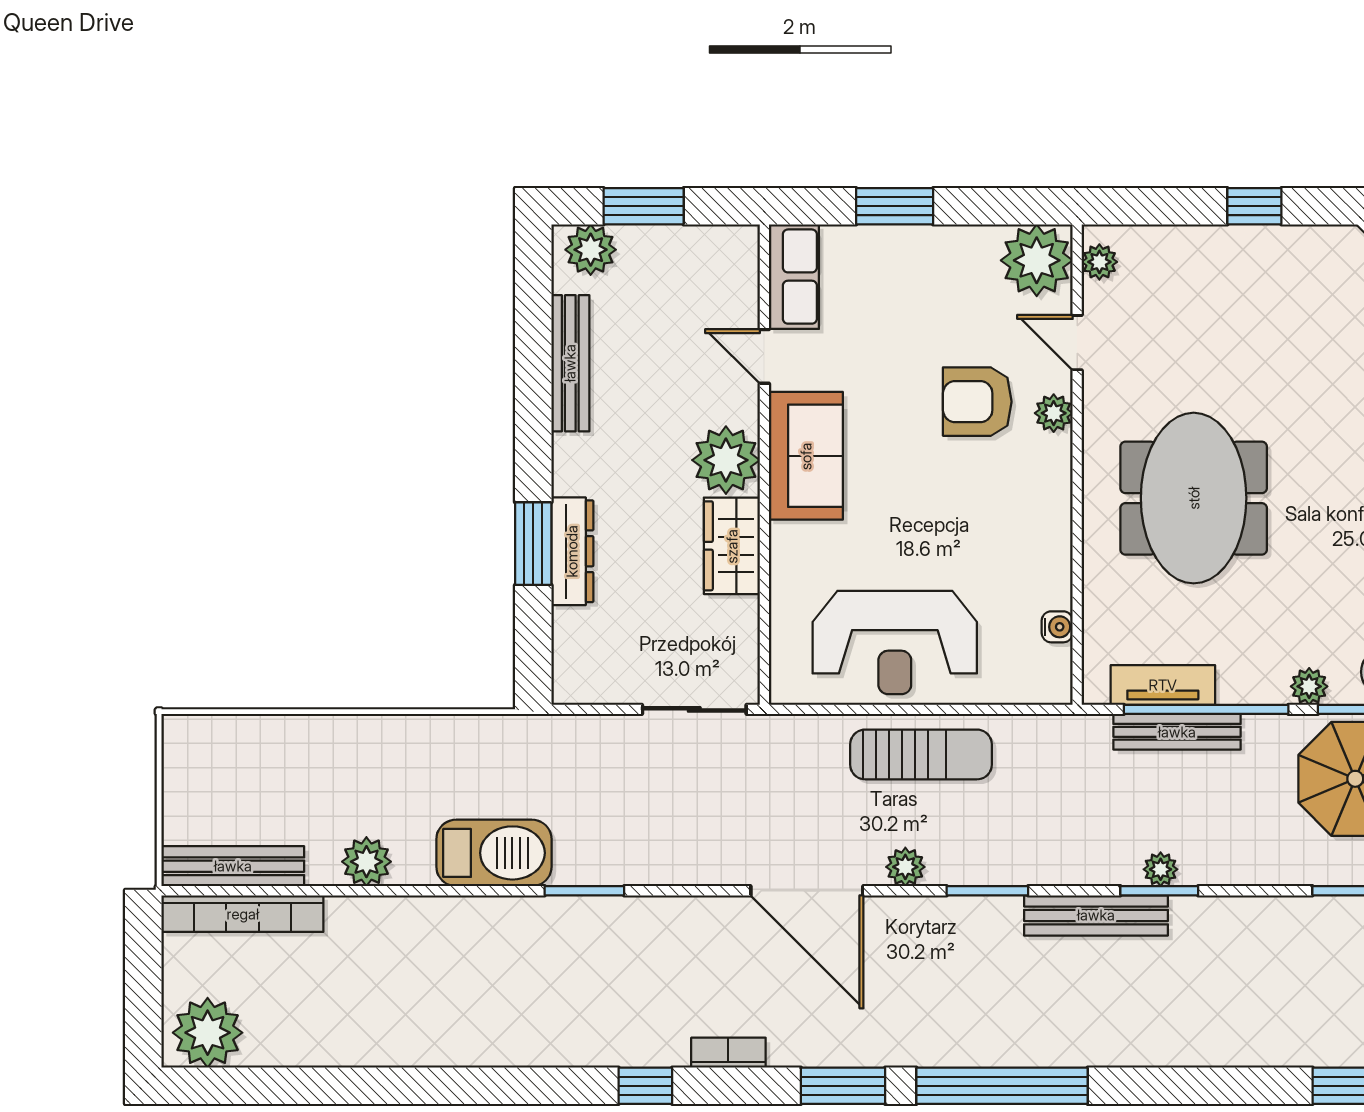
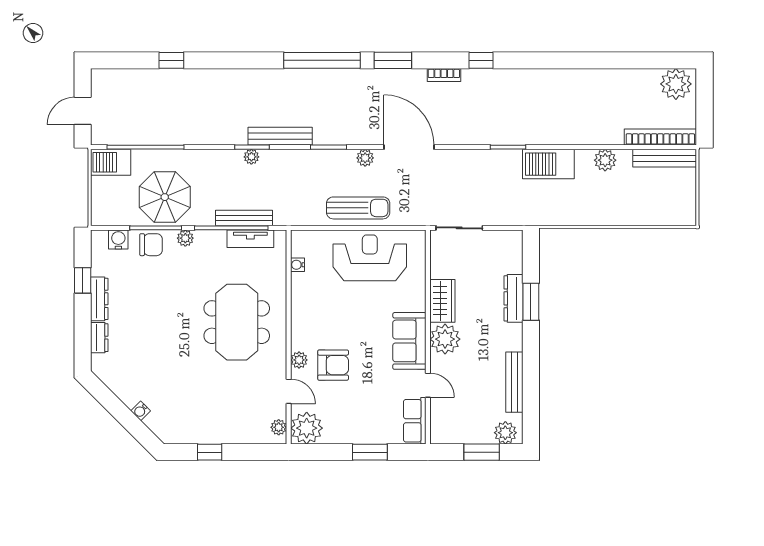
sun lounger: (921, 754) -> (358, 208), turned 180

